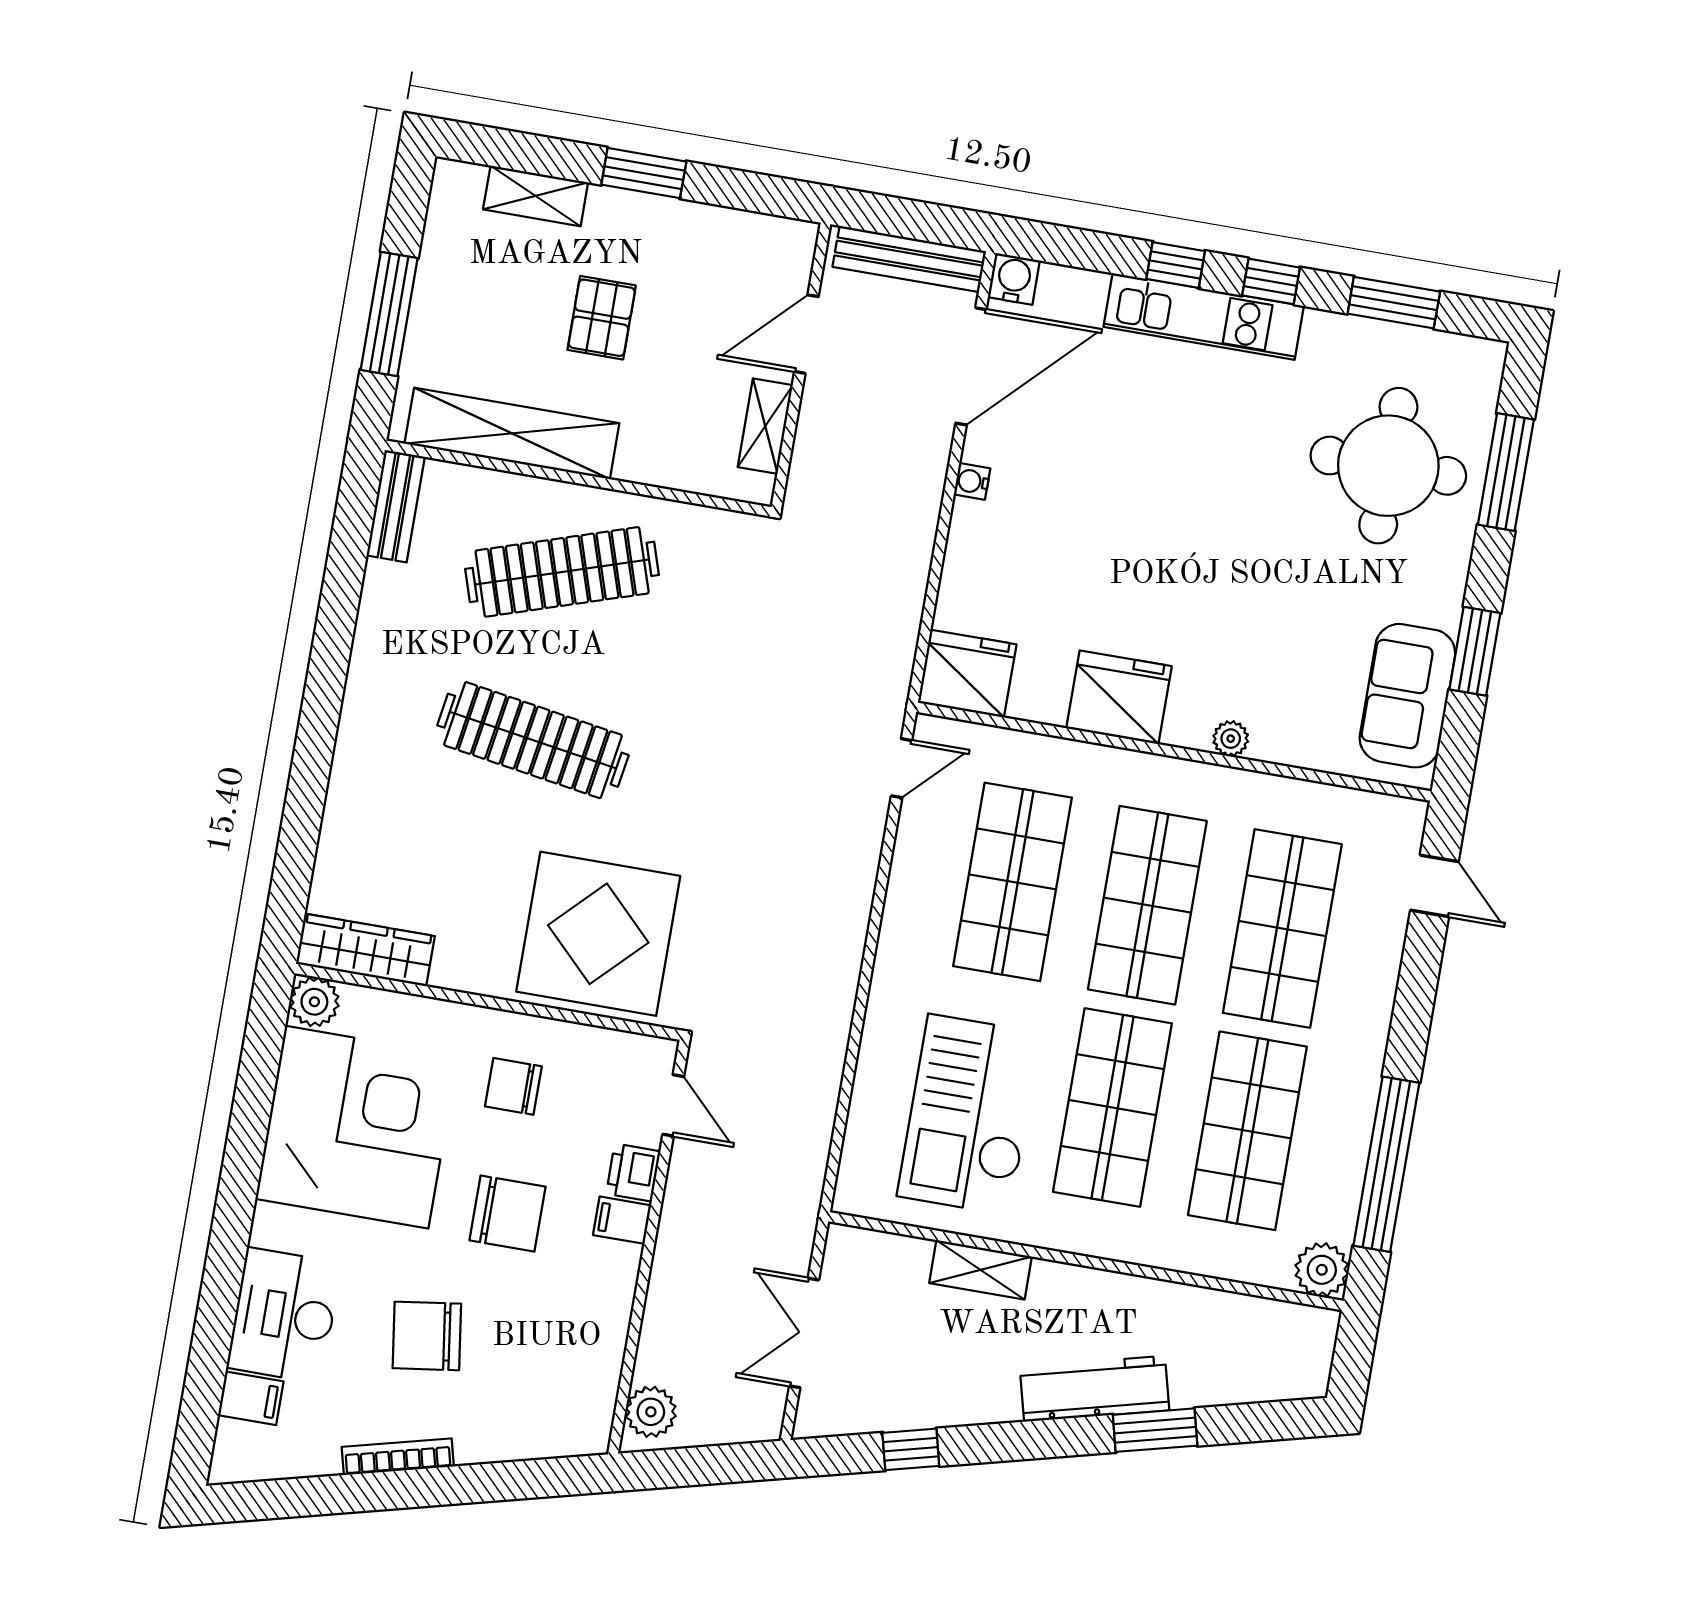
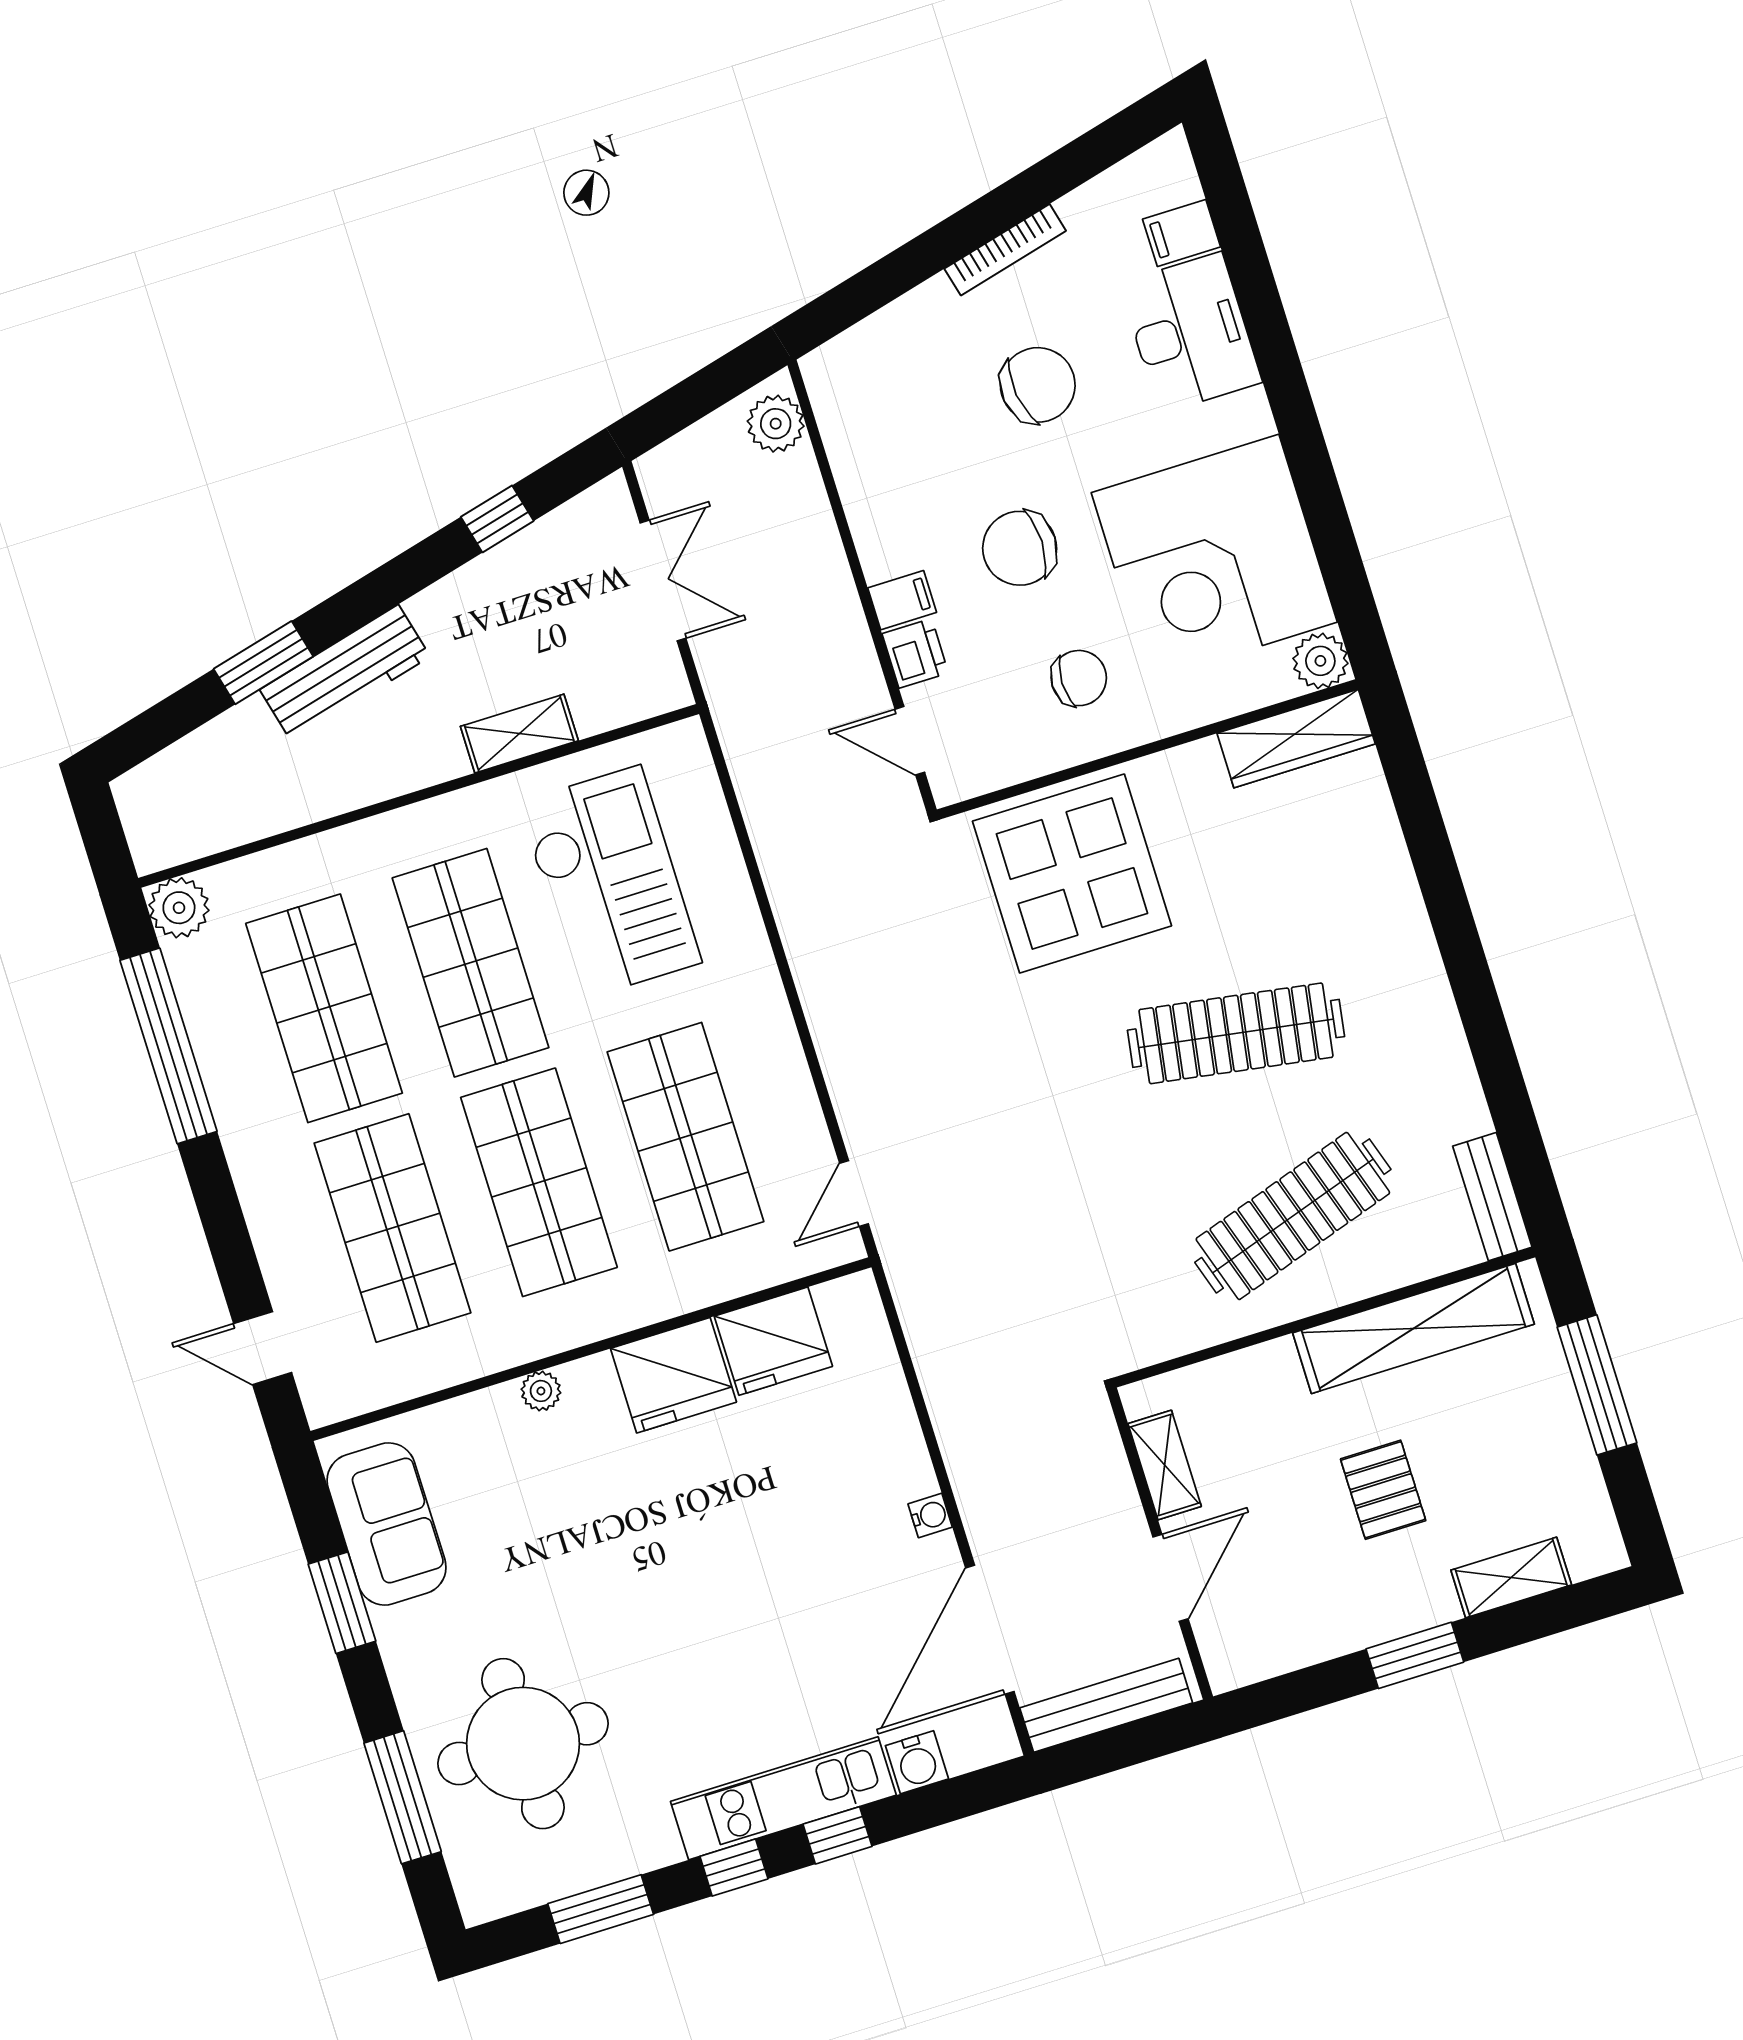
water cooler: (1014, 279) -> (917, 1762), moved
fridge: (967, 674) -> (773, 1341), moved

